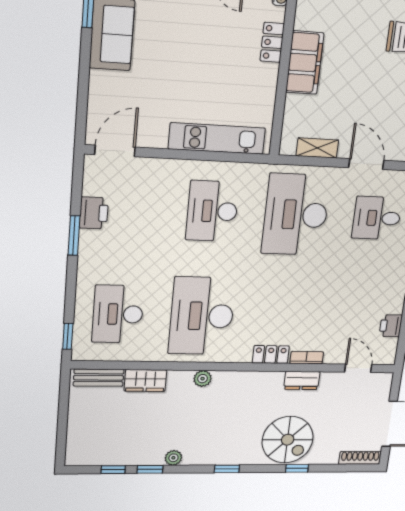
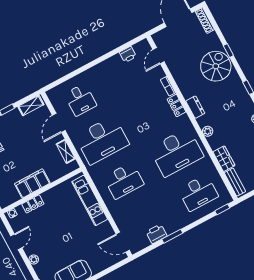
dresser: (302, 381) -> (195, 107), moved

